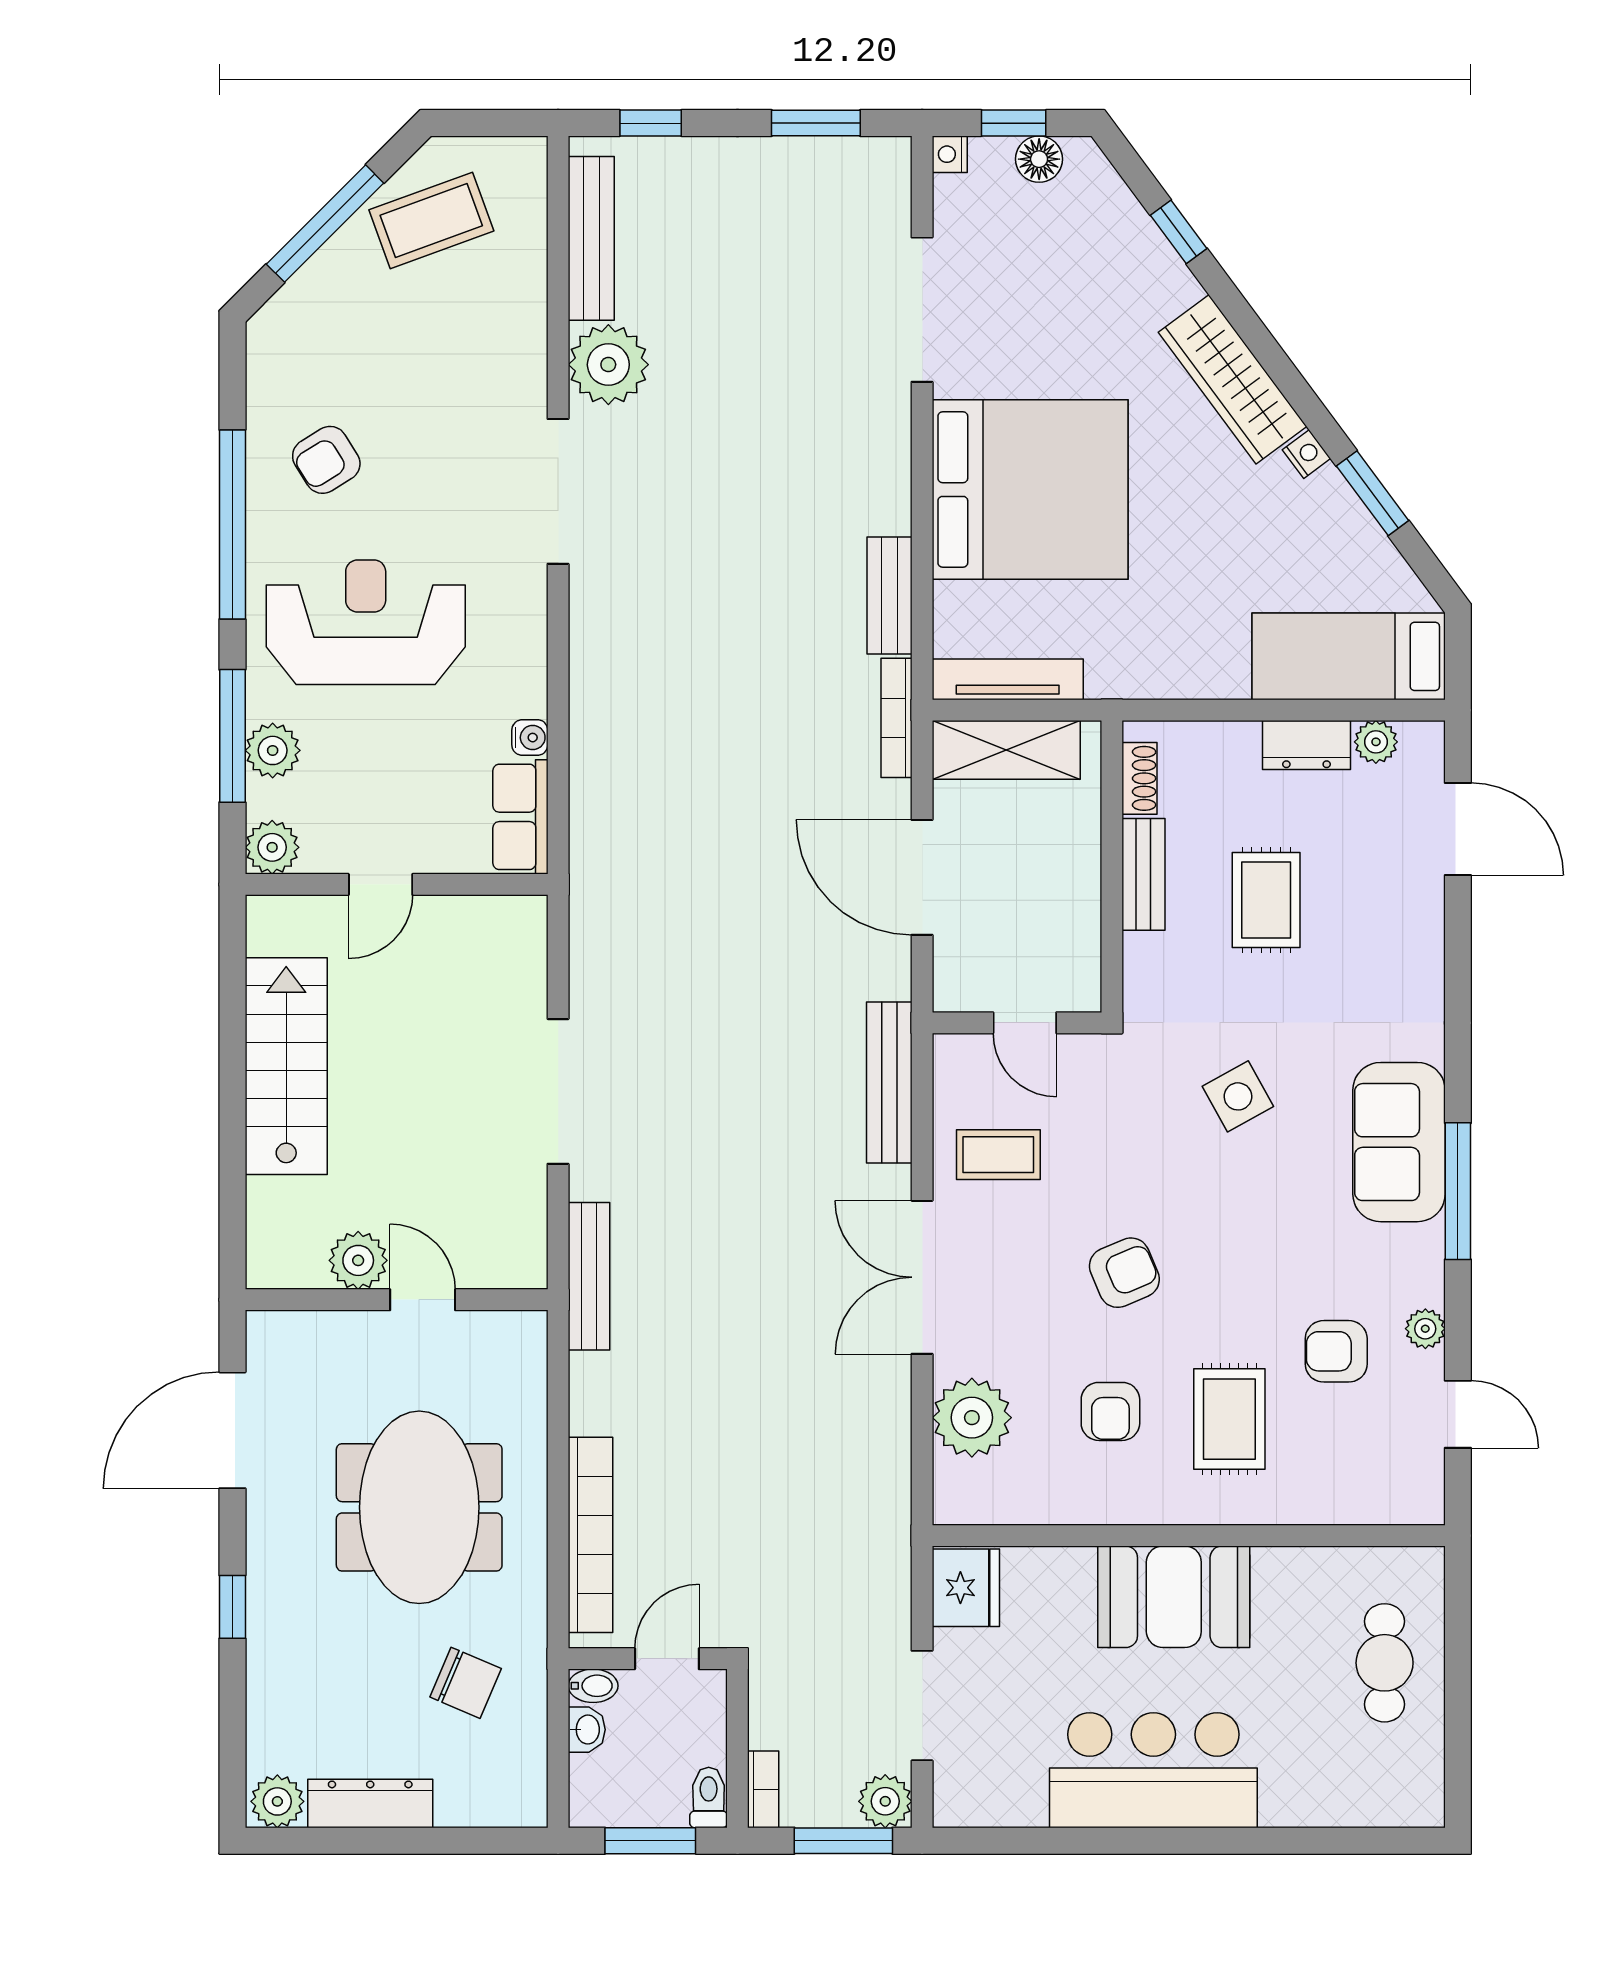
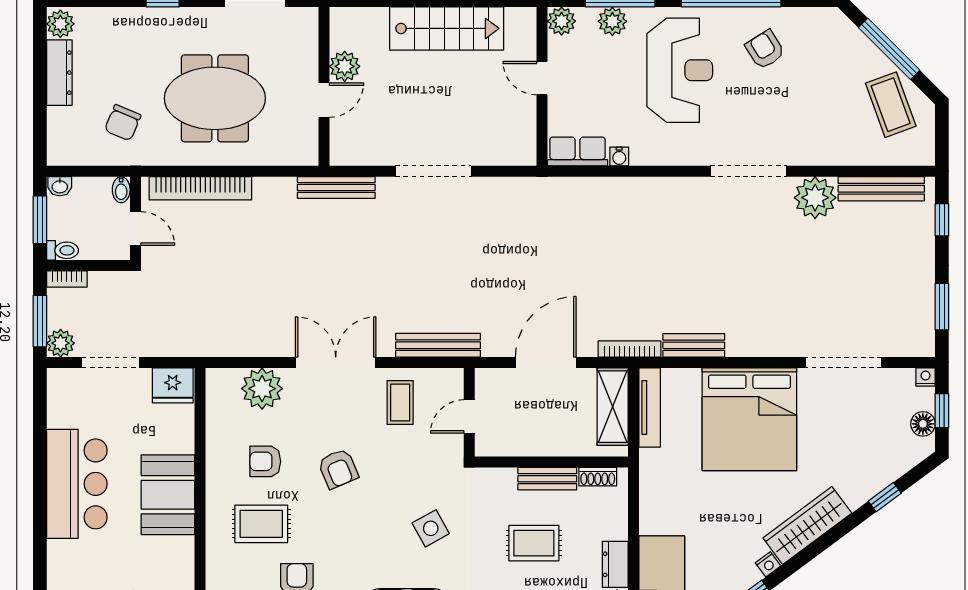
washbasin: (587, 1730) -> (60, 186), moved

